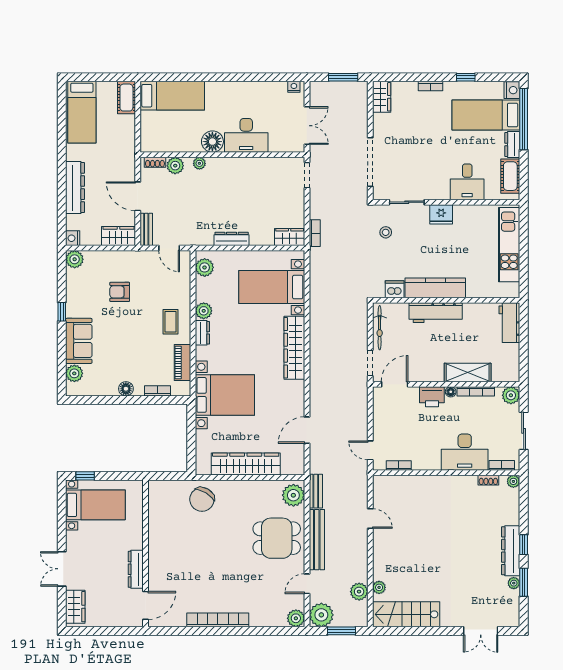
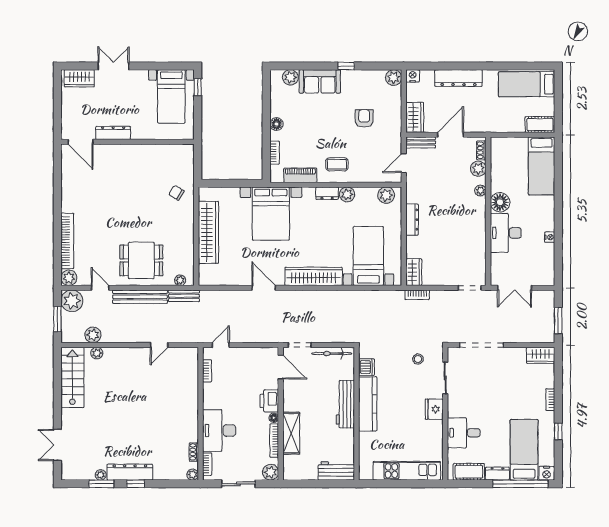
nightstand: (294, 87) -> (550, 237), moved
door: (307, 430) -> (264, 288), moved
plant: (293, 495) -> (180, 280), width x0.53, depth x0.53
chair: (202, 499) -> (176, 193), width x0.54, depth x0.54
dining table: (277, 538) -> (141, 260), turned 90
bookcase: (218, 620) -> (67, 241), moved

